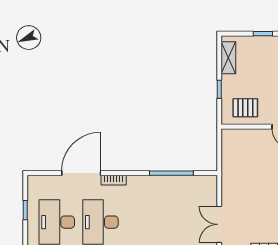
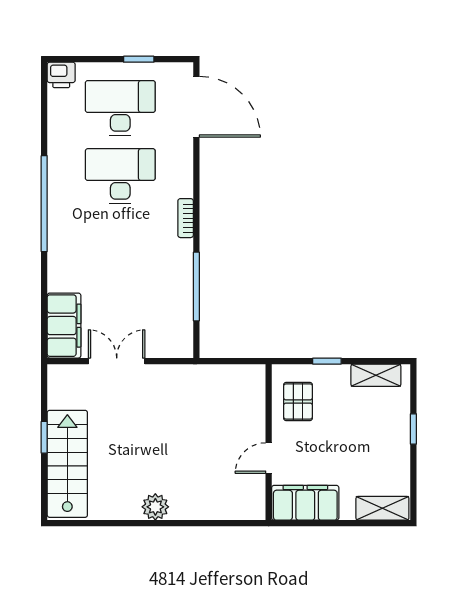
door: (81, 173) -> (196, 107), moved
bookcase: (114, 180) -> (186, 218), moved

